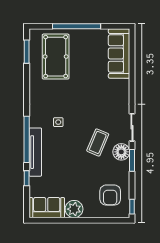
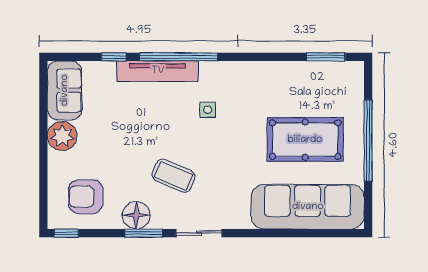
sofa: (119, 53) -> (308, 207), width x1.36, depth x1.27
pool table: (56, 57) -> (305, 140), moved
floor lamp: (121, 152) -> (136, 215), moved

